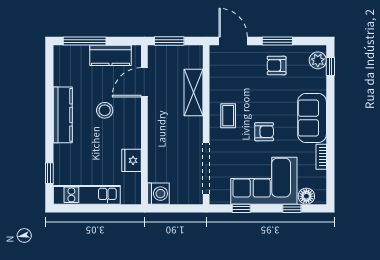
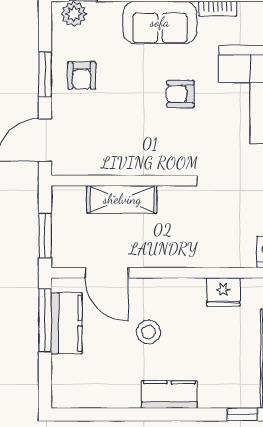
window: (85, 41) -> (45, 320), moved
kitchen counter: (63, 115) -> (169, 394), width x0.67
coffee table: (228, 116) -> (156, 148), removed
armchair: (264, 132) -> (180, 94), turned -90

